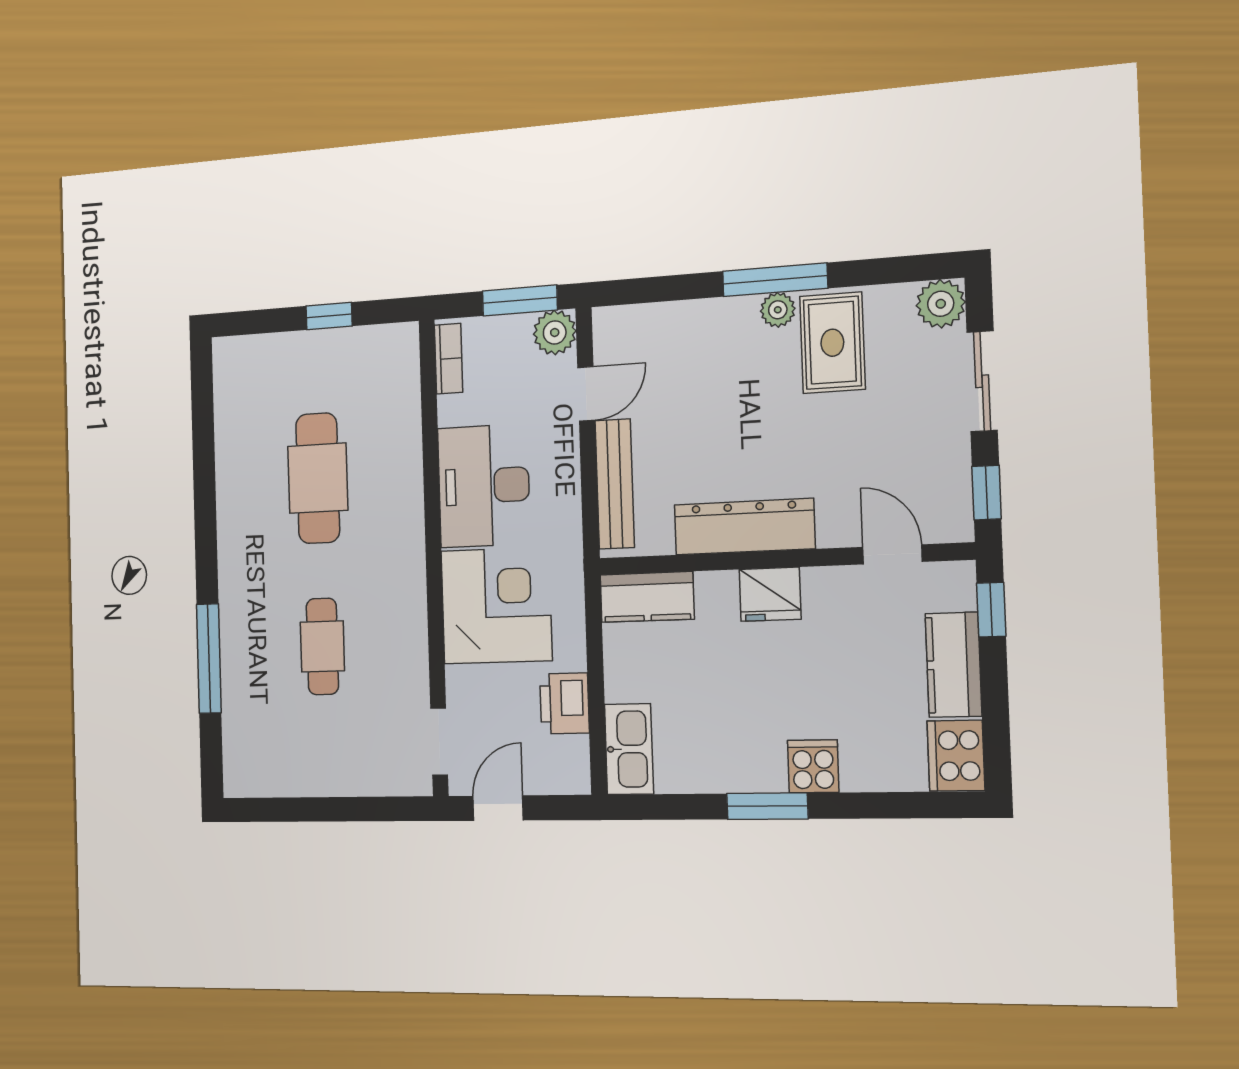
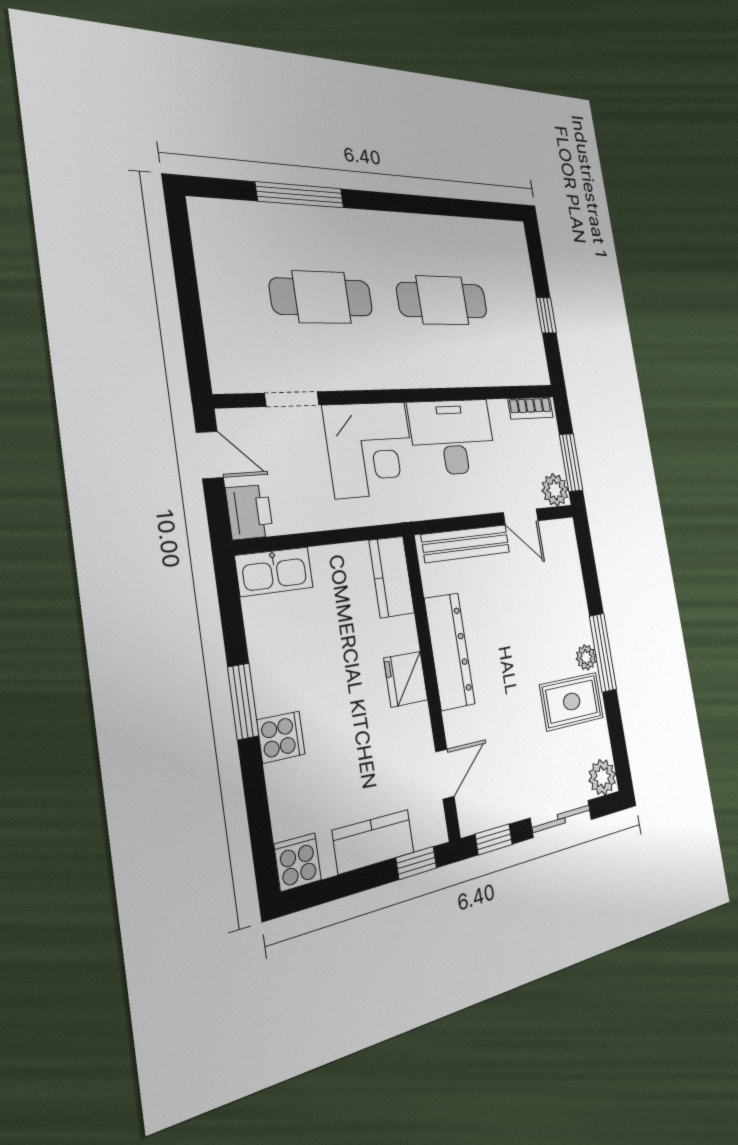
cafe table: (322, 646) -> (322, 297), width x1.37, depth x1.35
printer: (564, 703) -> (250, 512), moved, turned 90
doorway: (439, 741) -> (292, 399), moved
cooker: (956, 756) -> (298, 862), width x0.73

